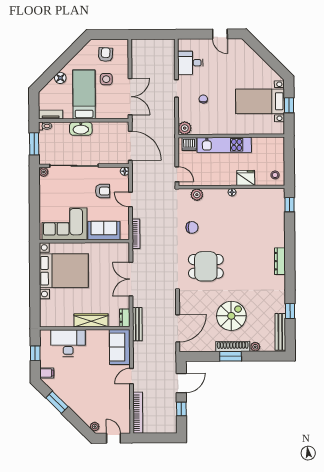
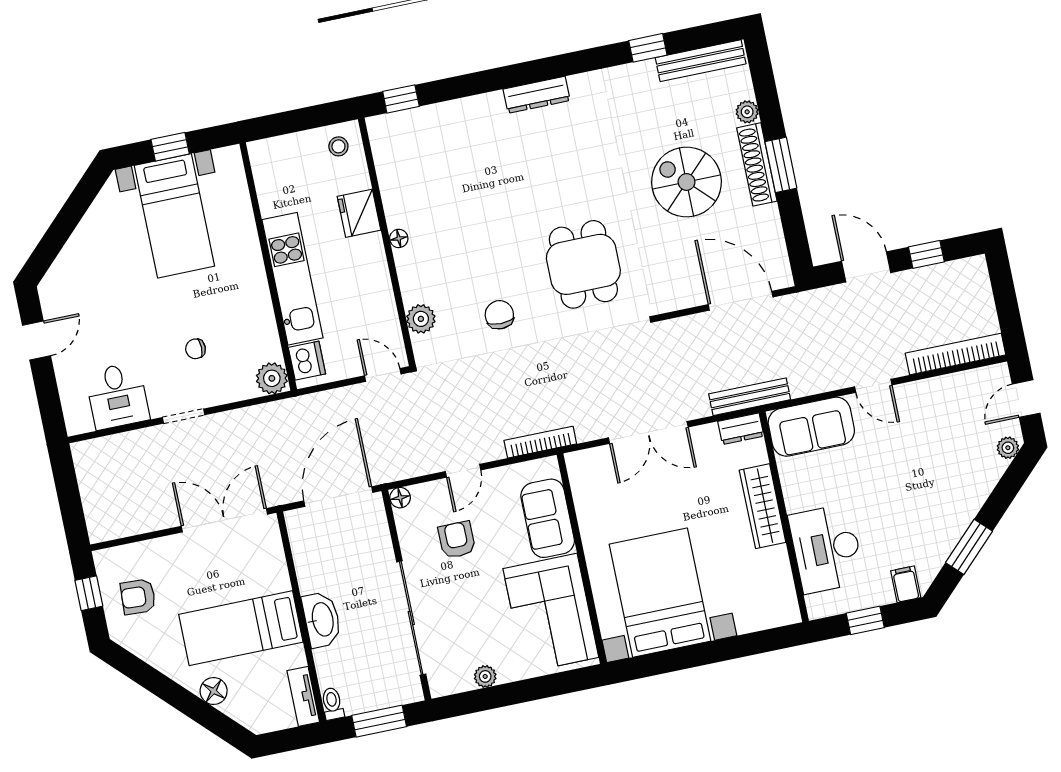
window: (111, 35) -> (89, 593), added
side table: (106, 79) -> (195, 584), removed
plant: (44, 172) -> (485, 676), moved
door: (177, 174) -> (383, 375), hinge flipped

